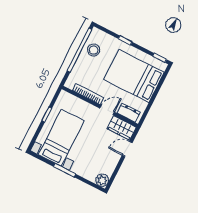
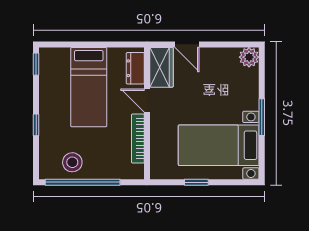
bed: (134, 76) -> (89, 87), width x0.67

